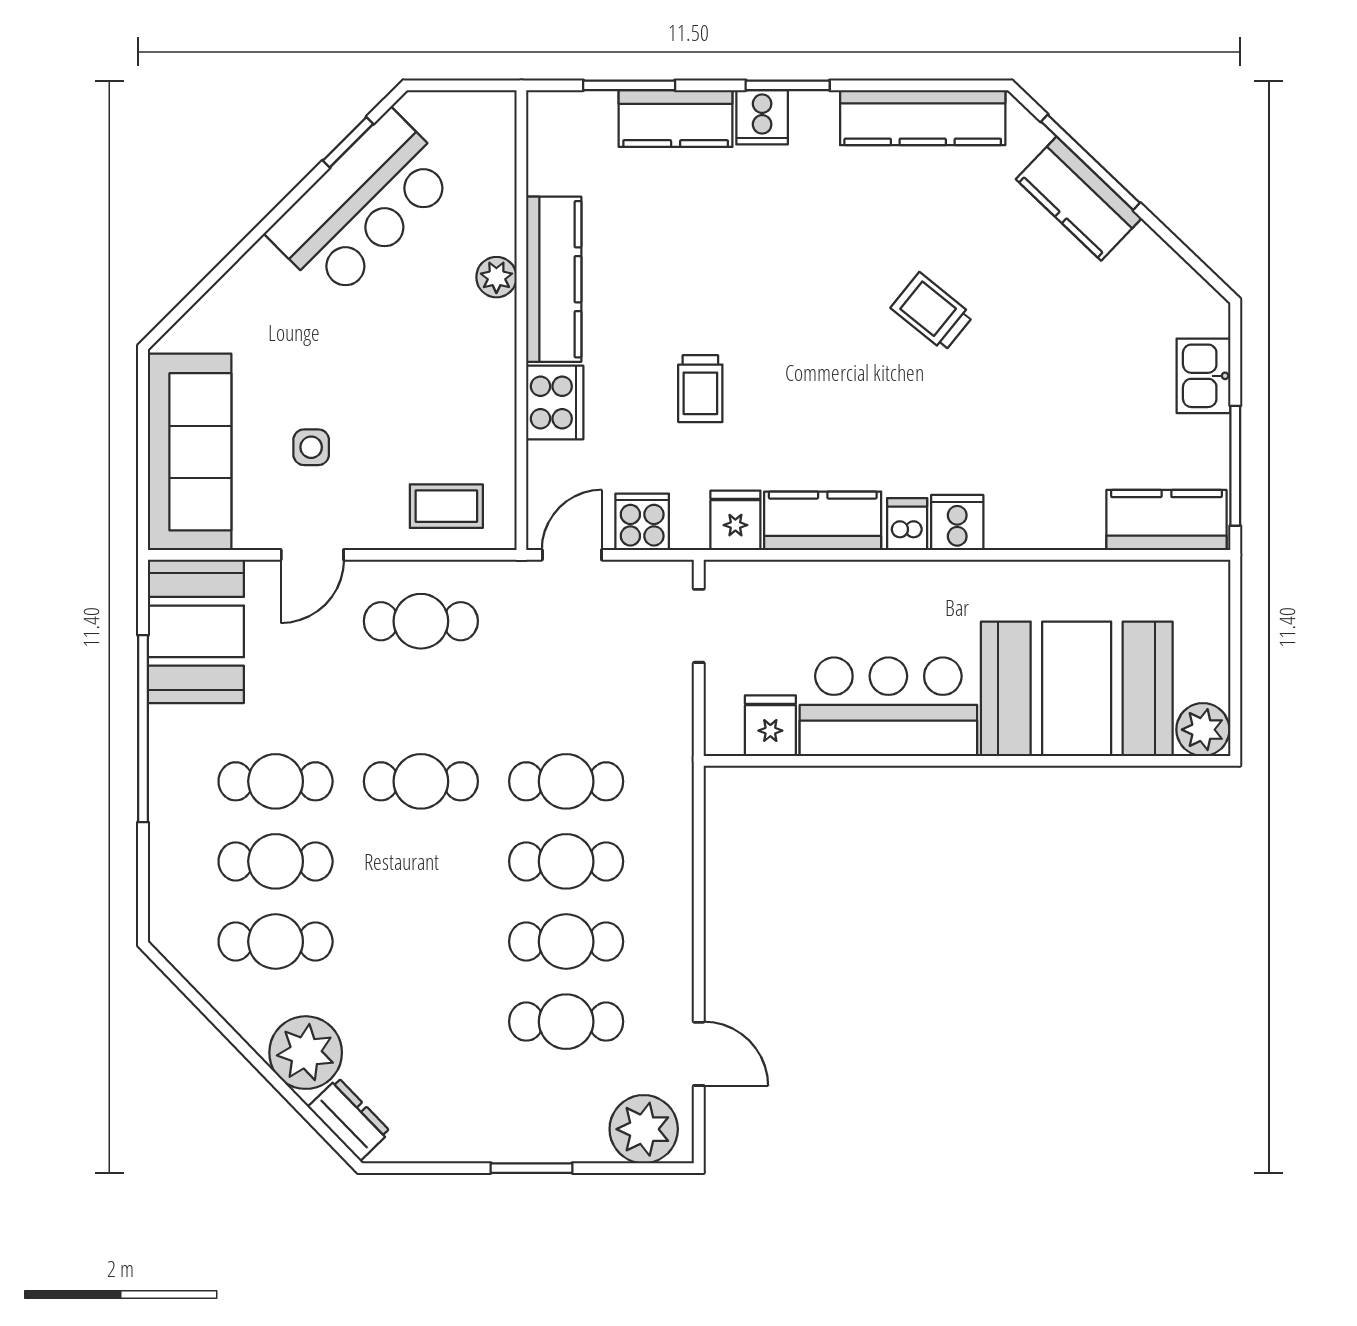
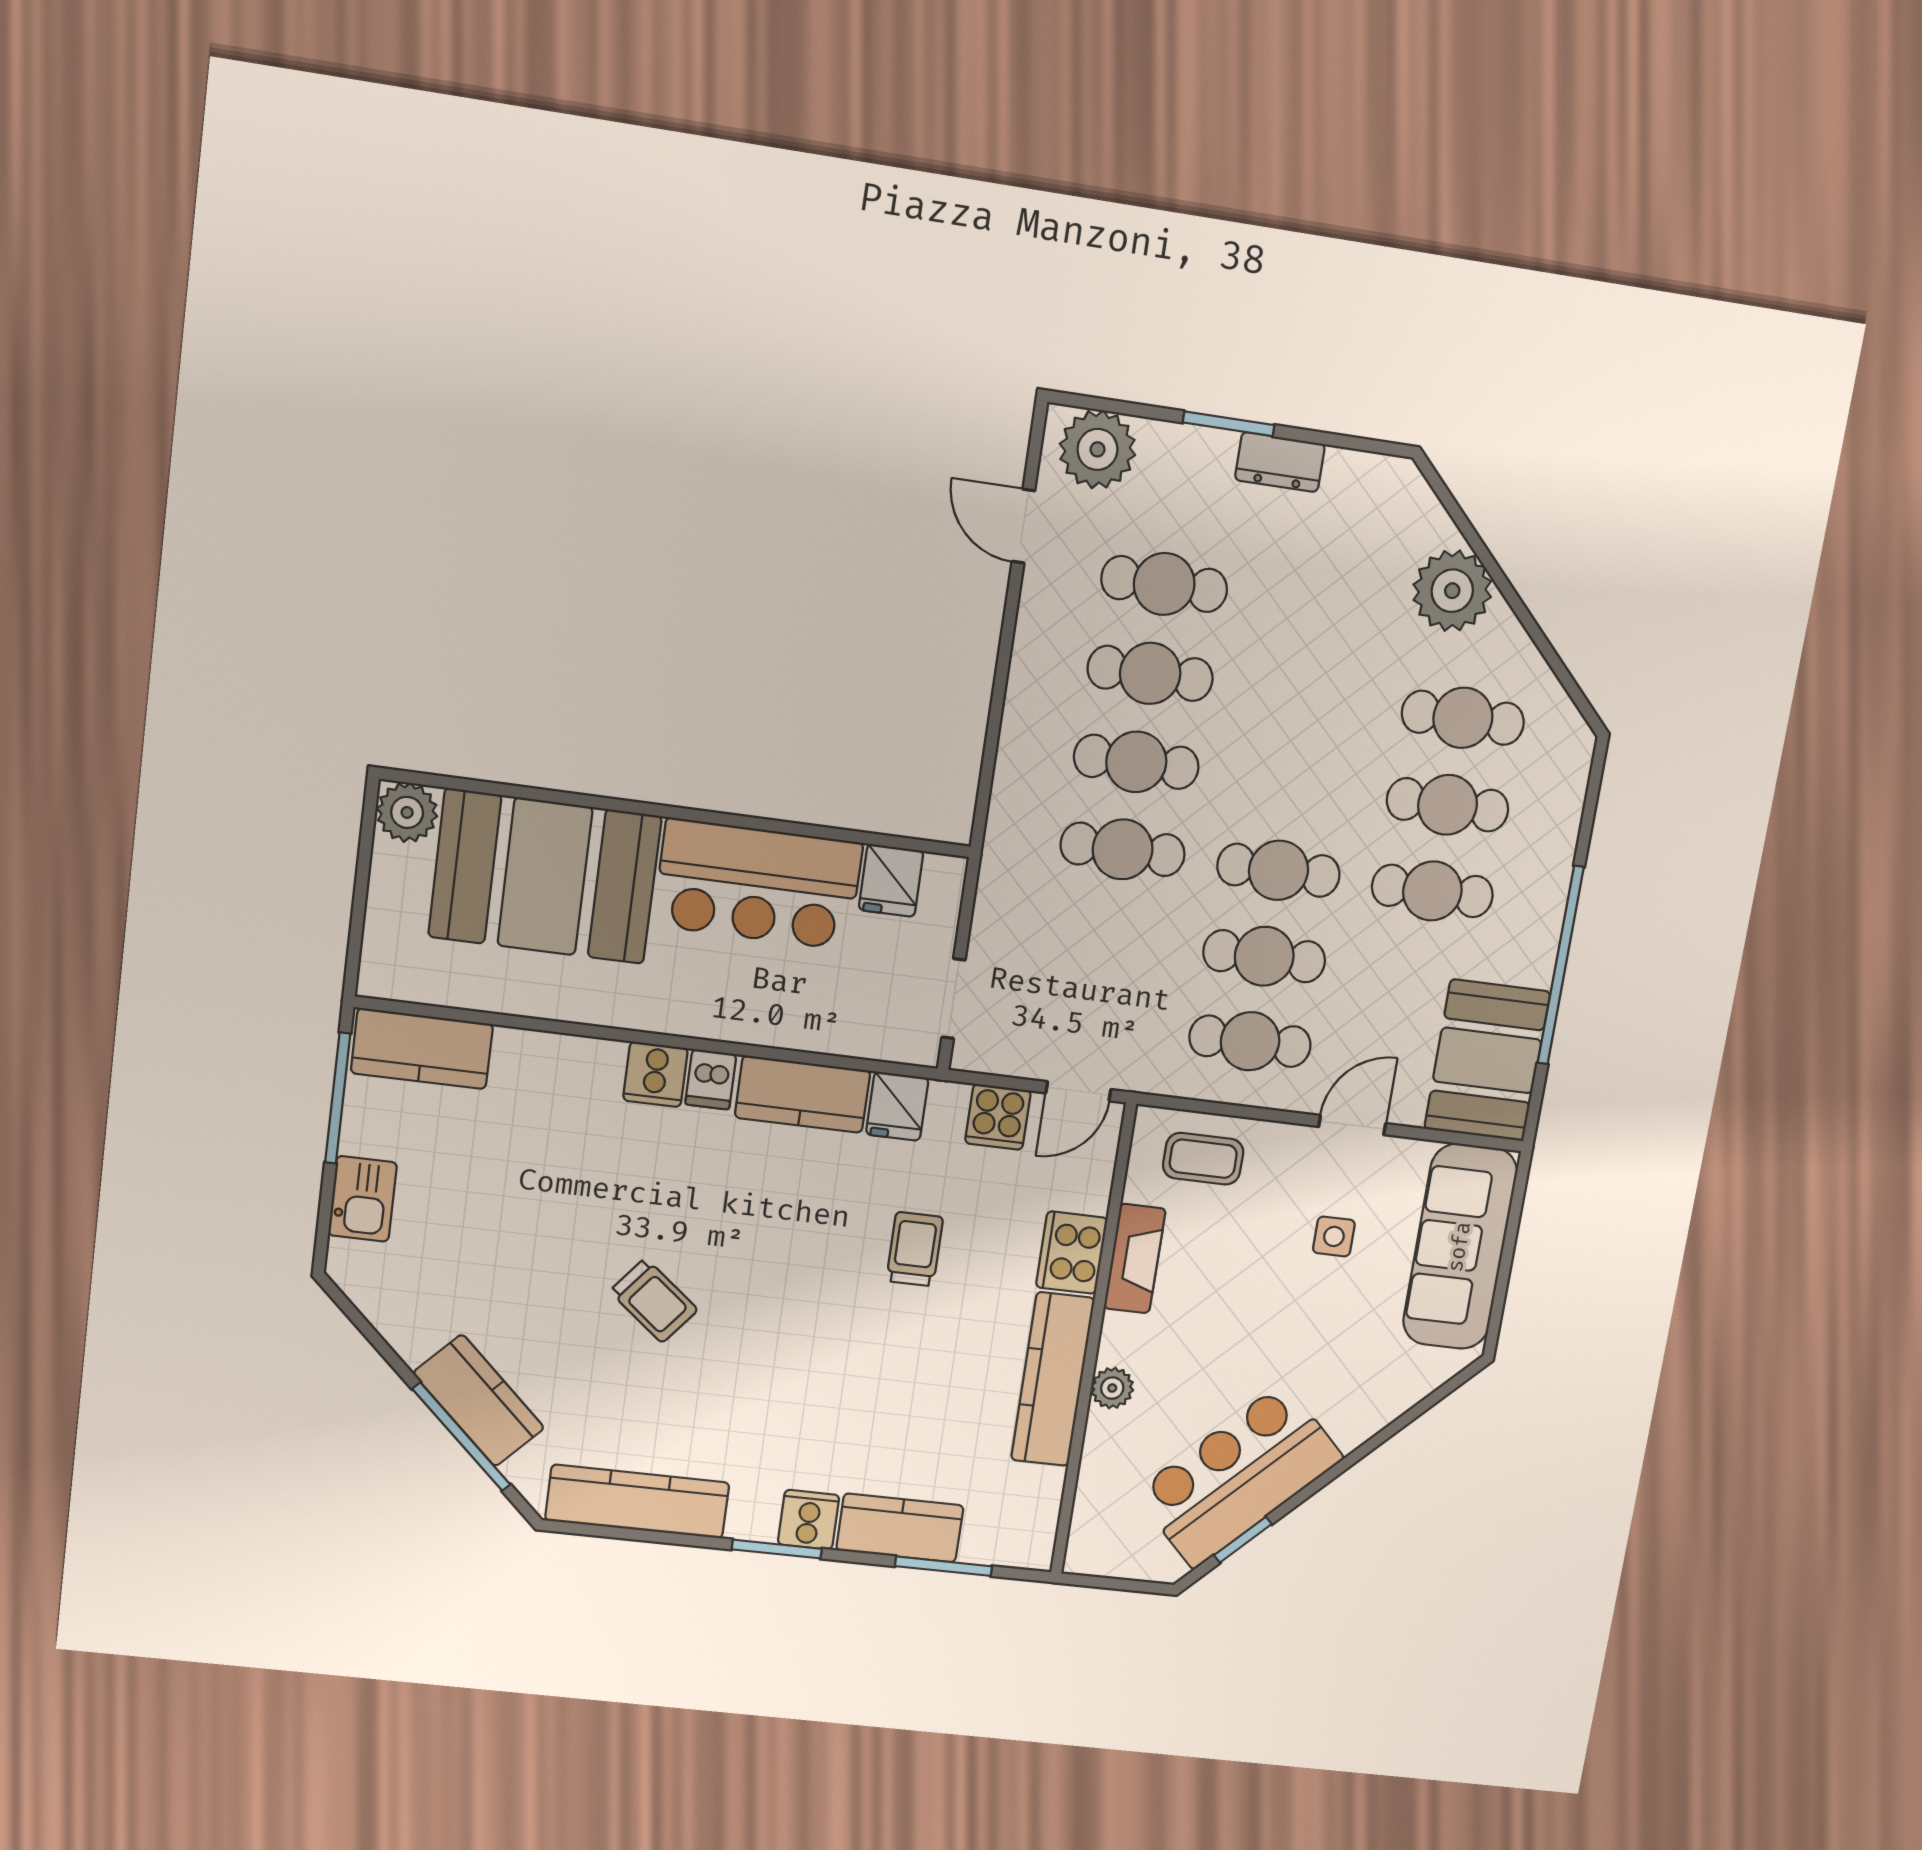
fireplace: (495, 404) -> (1135, 1259), added
cafe table: (421, 701) -> (1264, 956), added
dresser: (349, 1119) -> (1280, 462), moved, turned -46

